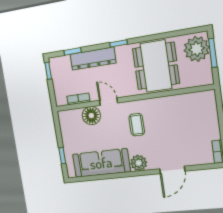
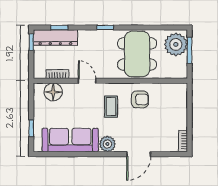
dresser: (93, 59) -> (55, 38), moved
armchair: (166, 113) -> (140, 99), added
floor lamp: (91, 116) -> (53, 92), moved

